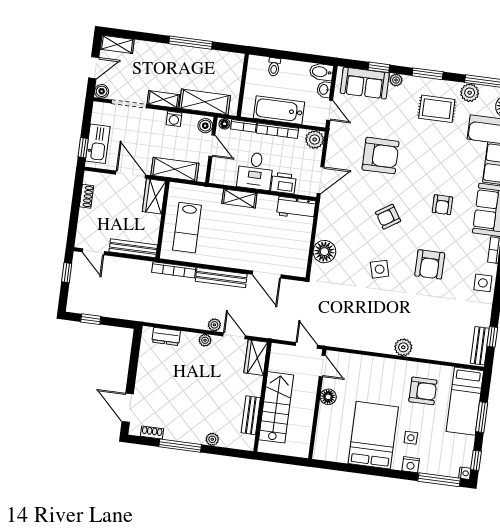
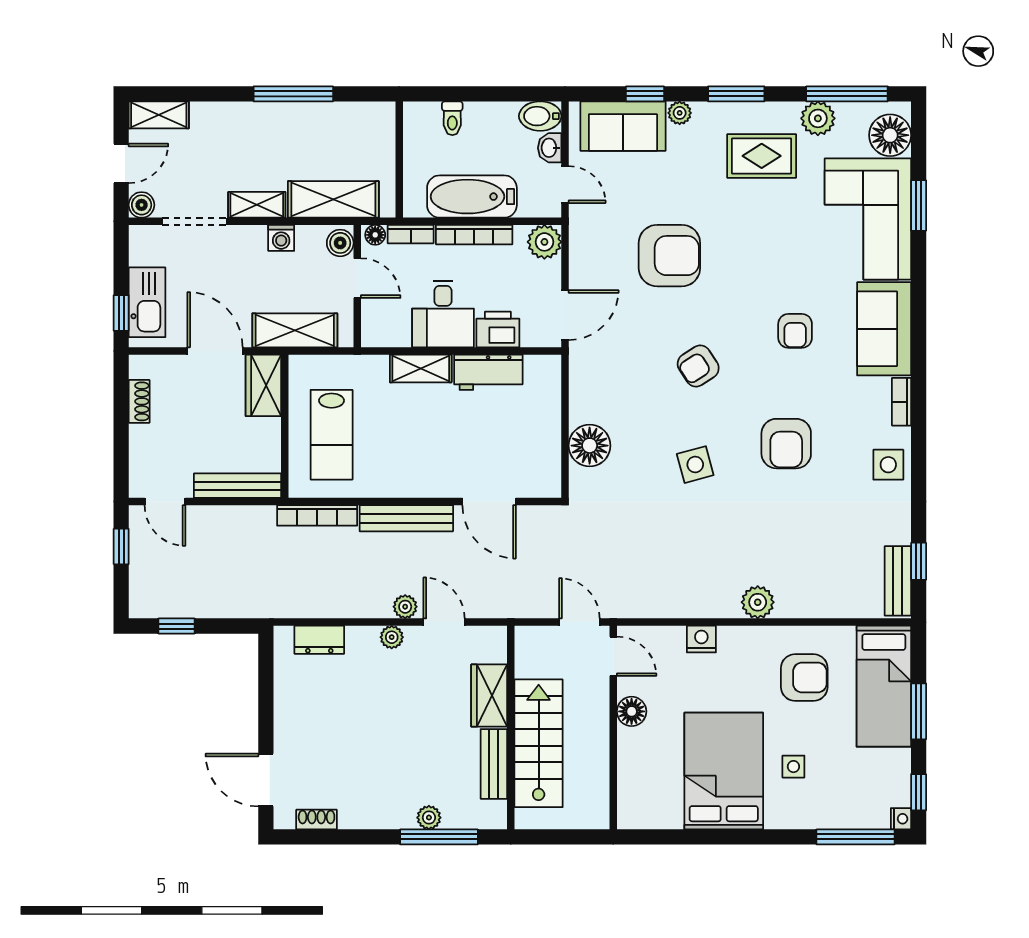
workbench: (296, 208) -> (488, 372), moved
wardrobe: (256, 358) -> (489, 696), moved
window: (180, 446) -> (439, 837), moved
nightstand: (411, 465) -> (701, 639), moved, turned 180

